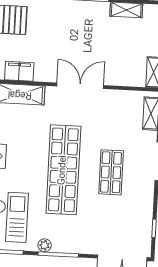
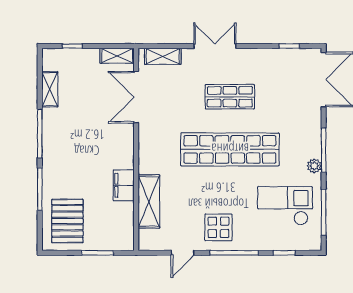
filing cabinet: (19, 71) -> (124, 185), moved
double door: (80, 86) -> (136, 97), moved

